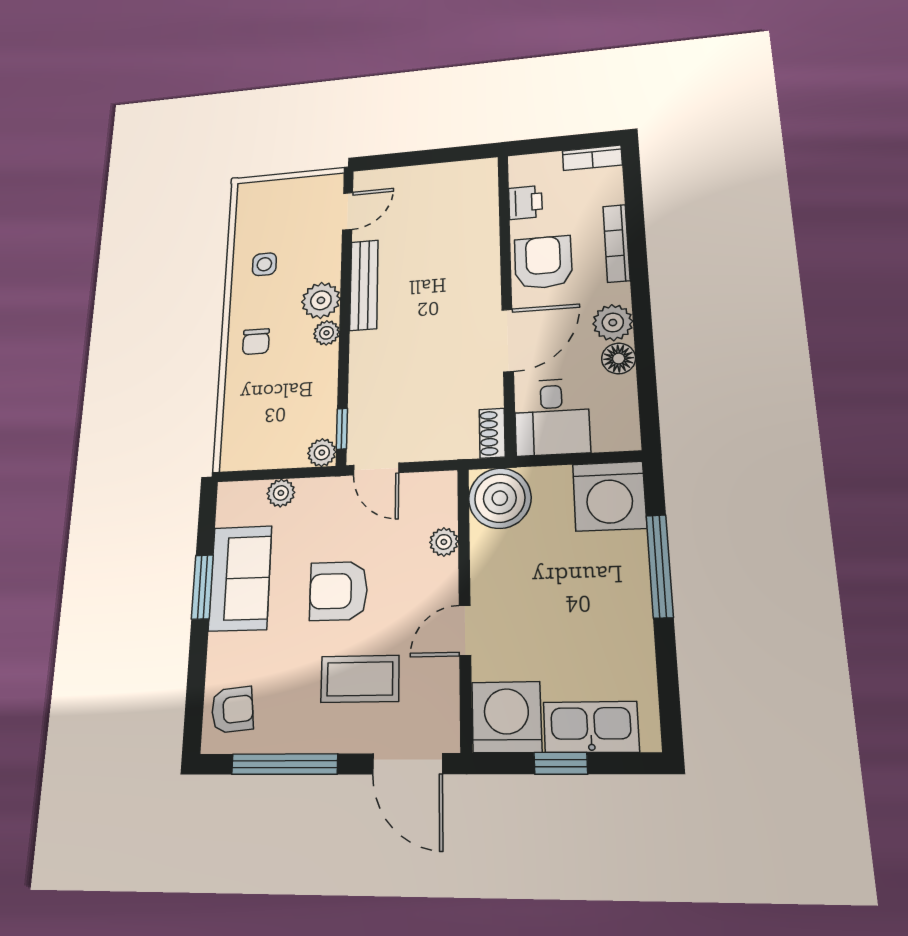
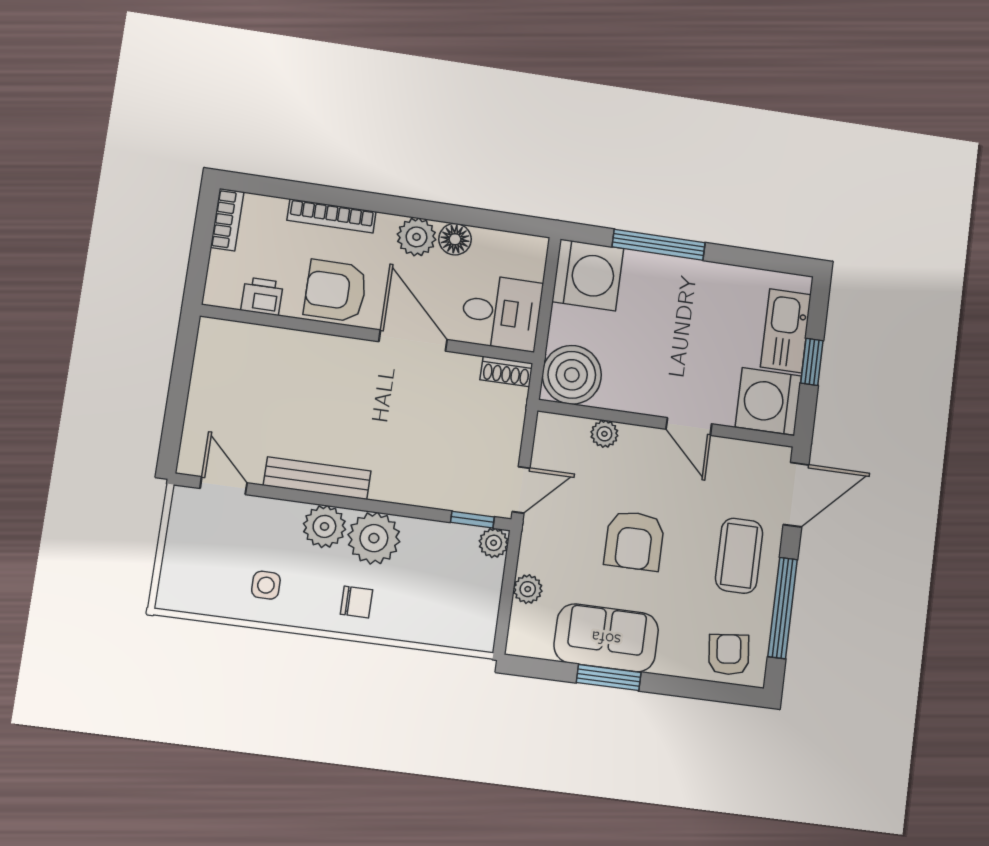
plant: (326, 333) -> (374, 538), width x1.88, depth x1.88
coffee table: (360, 679) -> (739, 556), moved

